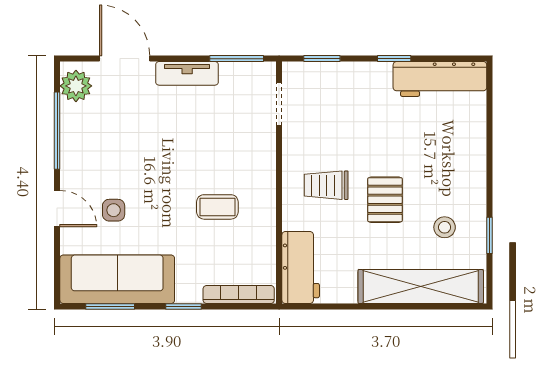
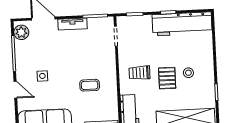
workbench: (440, 79) -> (182, 24), width x1.36, depth x1.32
side table: (114, 210) -> (42, 76), moved
stool: (445, 227) -> (188, 73), moved

